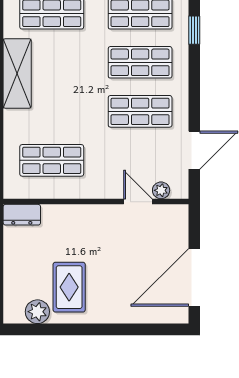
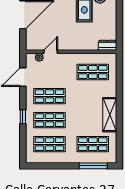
window: (194, 30) -> (23, 117), moved
door: (138, 202) -> (51, 52), swing flipped

